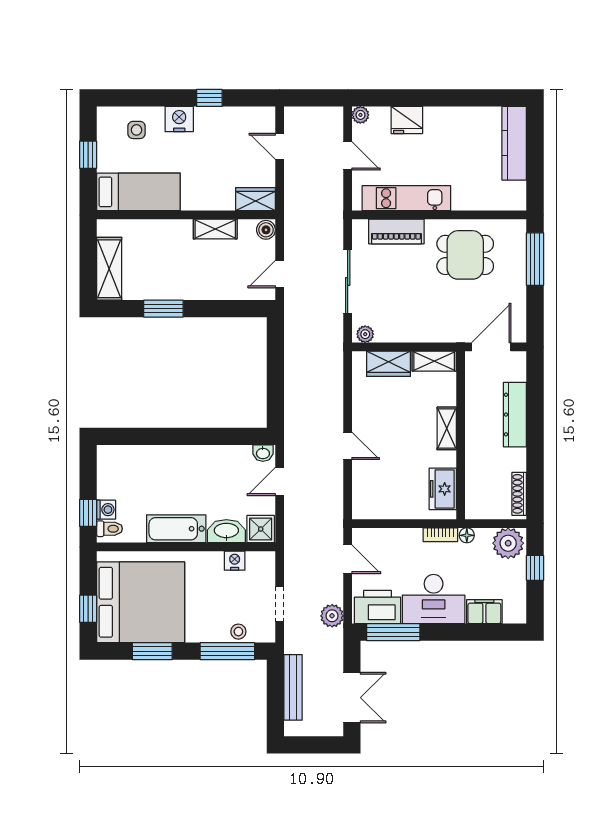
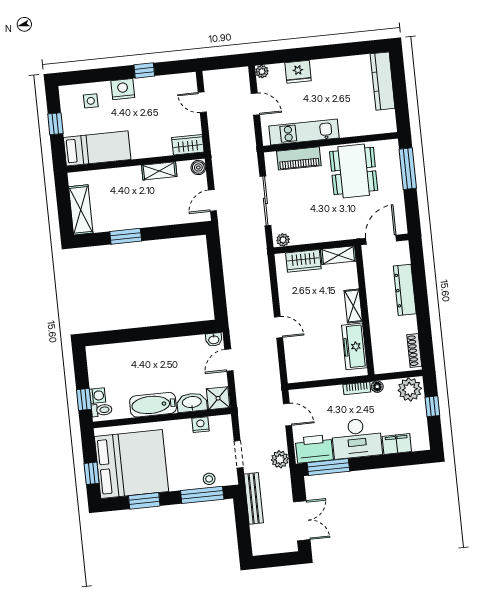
dining table: (465, 255) -> (354, 171), width x1.38
freezer: (443, 489) -> (354, 346), width x1.40
bench: (293, 687) -> (254, 498), moved

